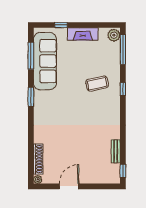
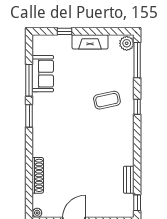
window: (31, 56) -> (29, 80), moved
sofa: (45, 61) -> (43, 74), width x0.54, depth x0.79
shoe rack: (38, 159) -> (38, 175), moved

